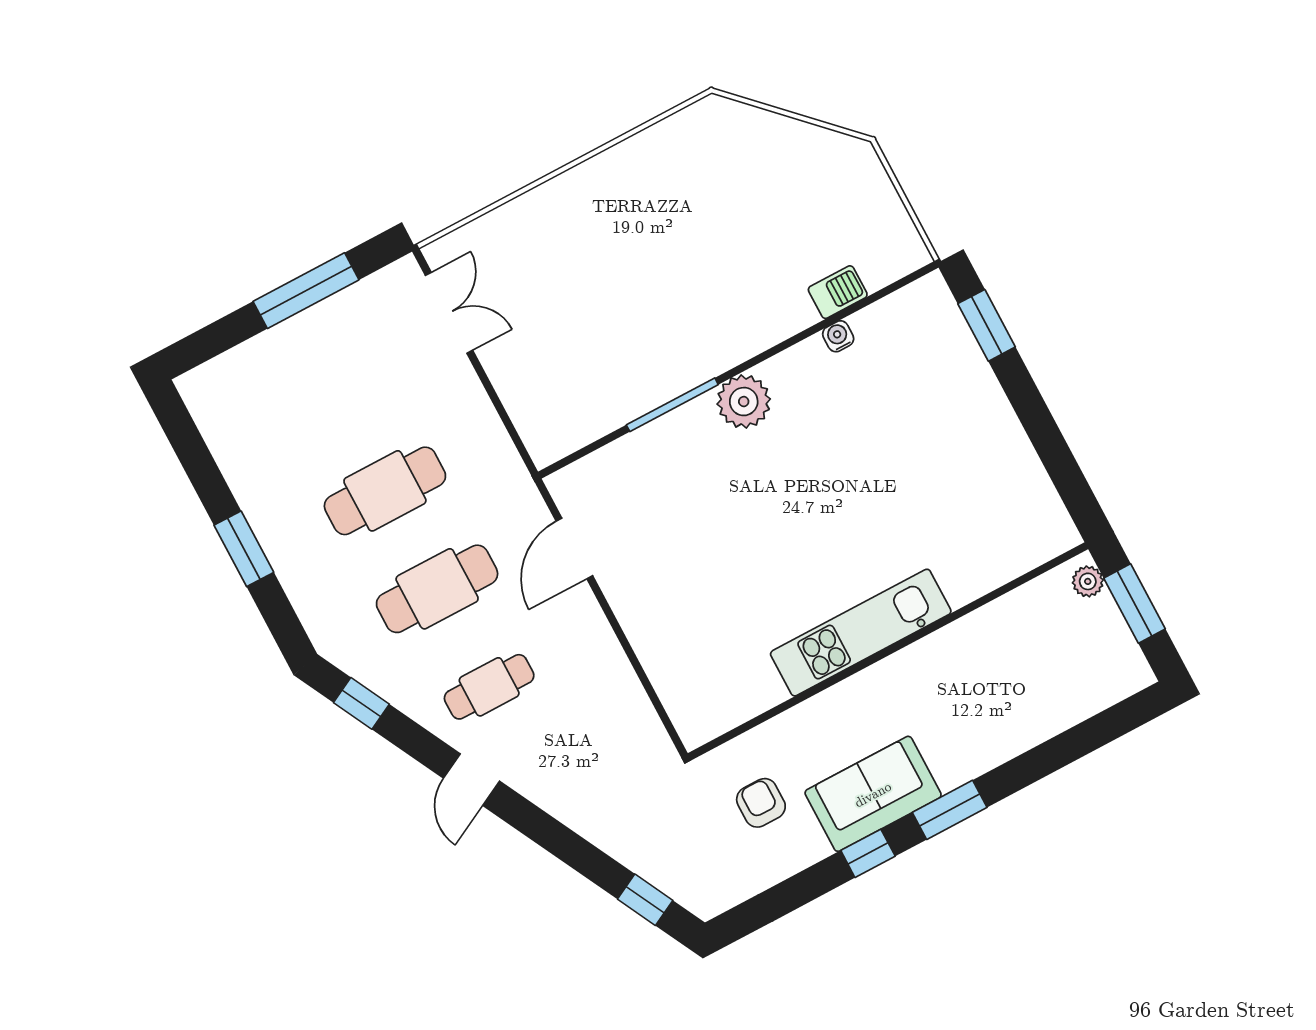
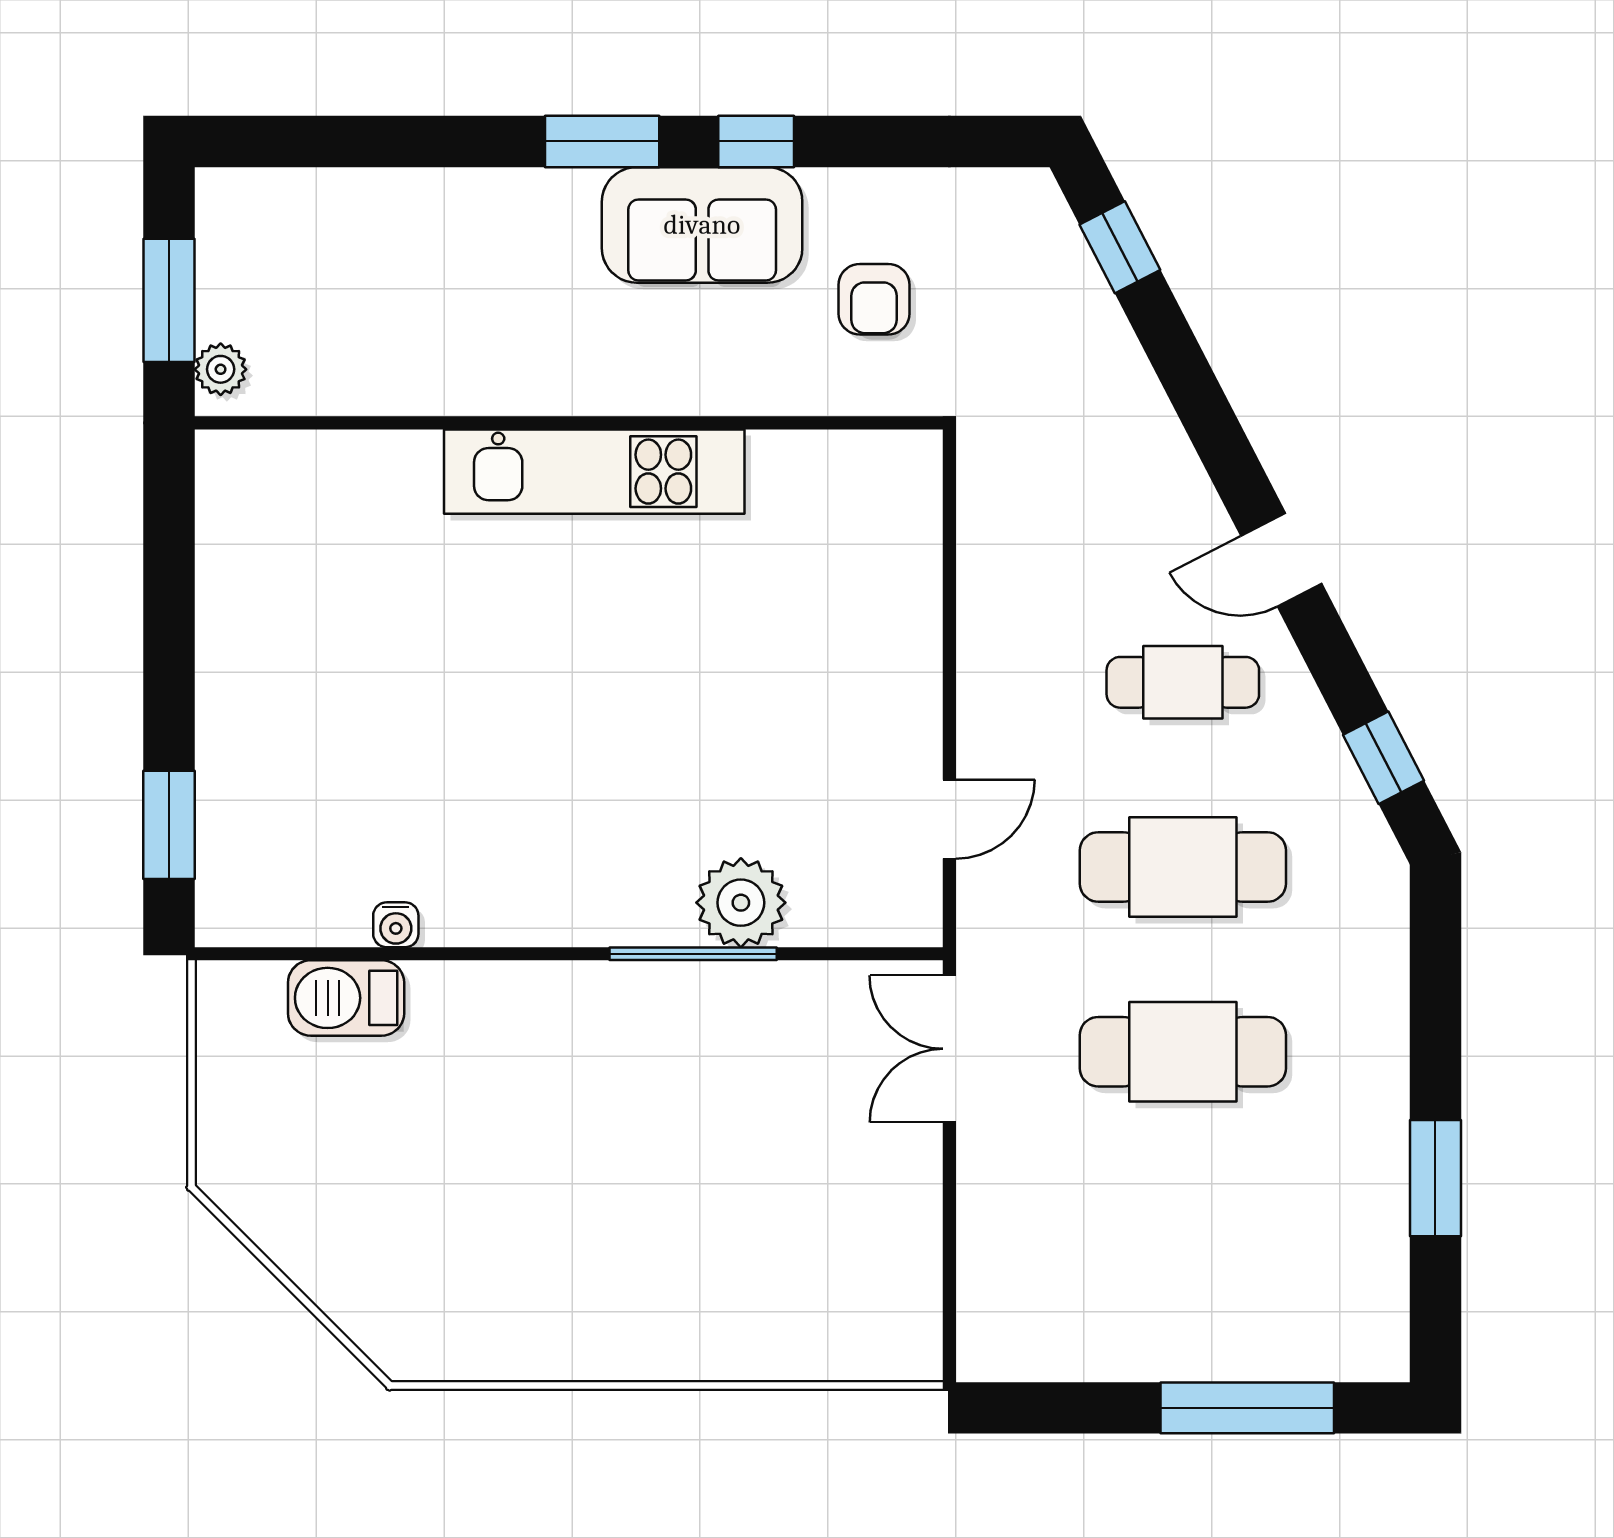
window: (306, 291) -> (1247, 1408), moved
barbecue: (838, 292) -> (346, 998), width x1.38, depth x1.27
double door: (449, 313) -> (949, 1049), moved
plant: (744, 402) -> (741, 903), moved
door: (574, 548) -> (949, 819), width x0.73
window: (244, 549) -> (1435, 1178), moved
door: (471, 780) -> (1281, 560), swing flipped

